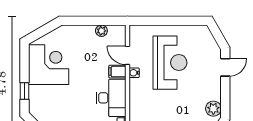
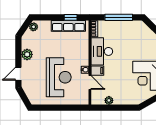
reception desk: (170, 63) -> (59, 77), turned 180
plant: (213, 109) -> (27, 54), moved

